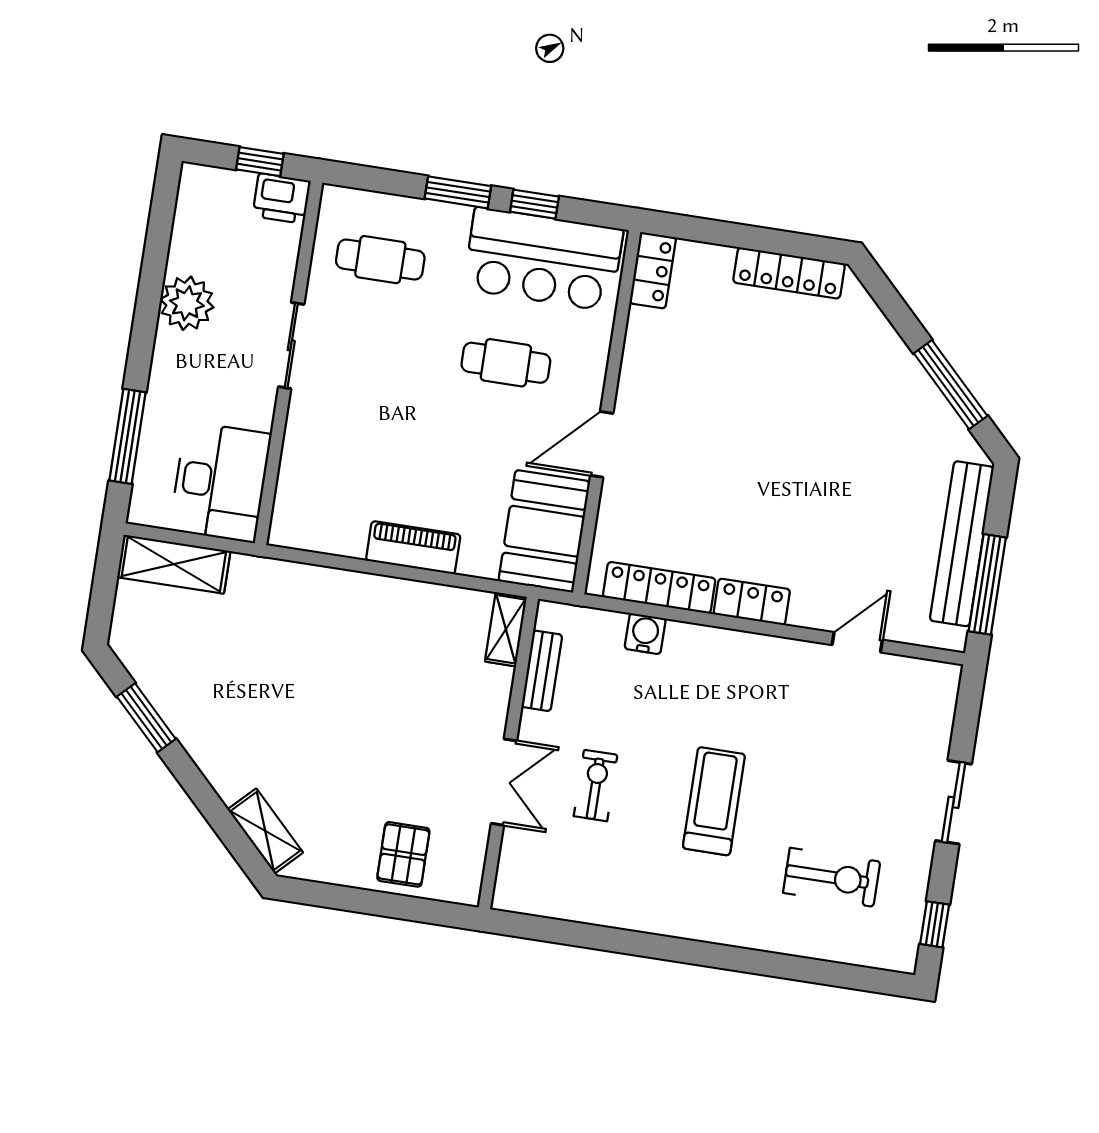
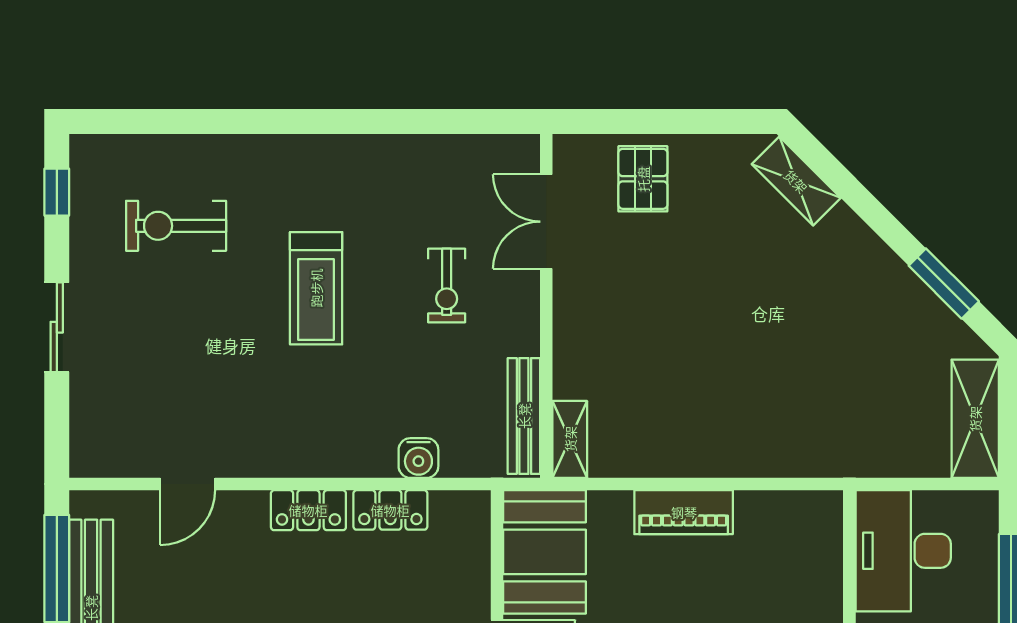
shelving: (174, 564) -> (975, 419), moved, turned 90
locker: (659, 588) -> (390, 510), width x0.66
bench: (542, 671) -> (524, 416), width x1.36
double door: (504, 782) -> (546, 222), moved

